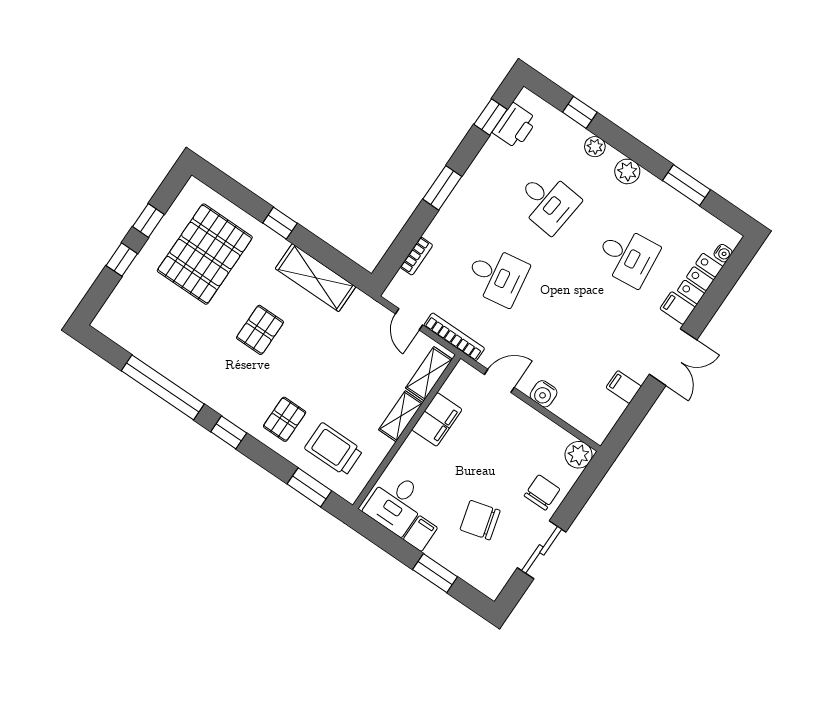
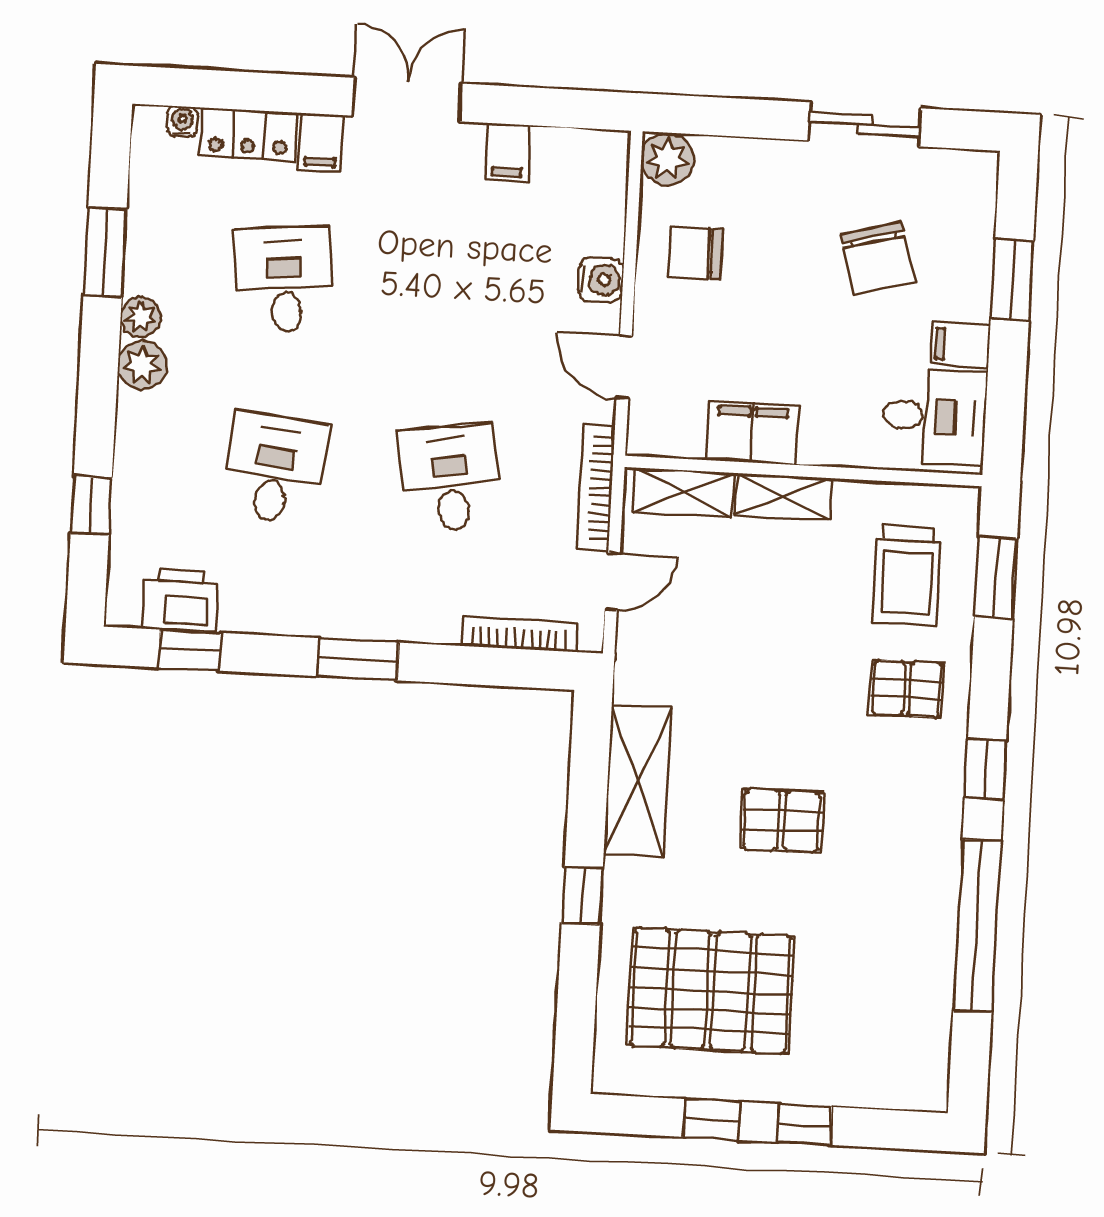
plant: (595, 147) -> (140, 317), moved
bookcase: (416, 256) -> (519, 634), width x1.56
chair: (542, 492) -> (695, 253), moved

